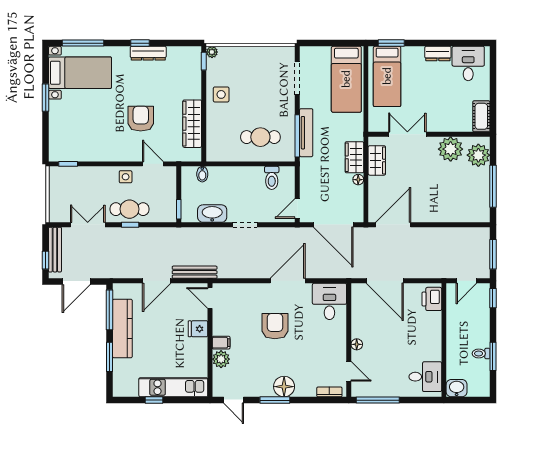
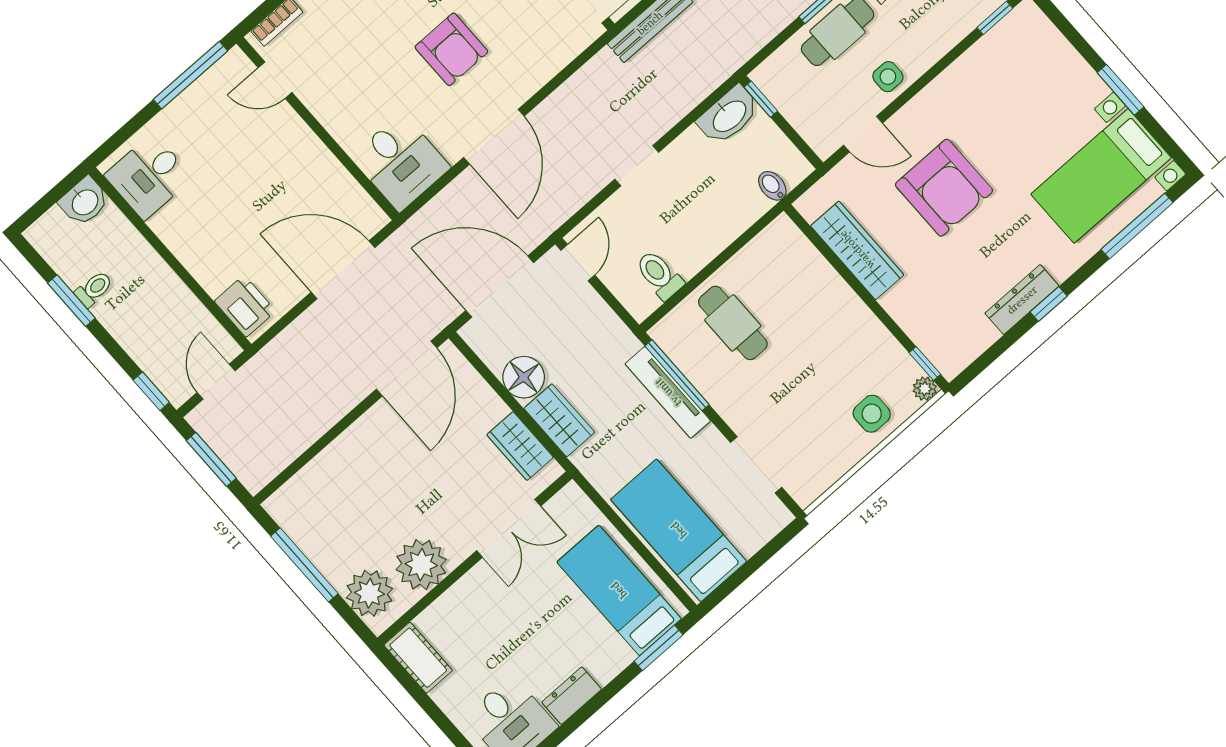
side table: (221, 94) -> (872, 414), moved
armchair: (141, 119) -> (944, 188), width x1.36, depth x1.36
cafe table: (260, 137) -> (733, 323), turned 90
floor lamp: (358, 180) -> (524, 377), width x1.89, depth x1.89
washbasin: (212, 214) -> (729, 115), moved
floor lamp: (357, 344) -> (299, 133), removed

